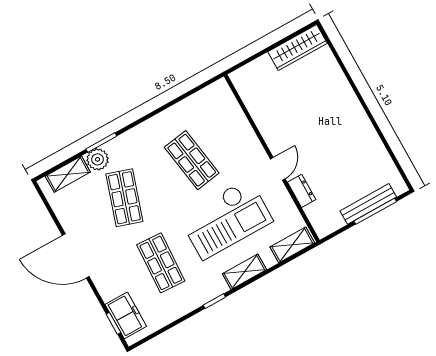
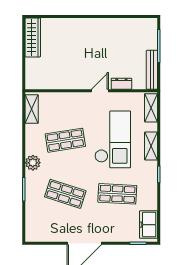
plant: (98, 159) -> (33, 163), moved
door: (278, 169) -> (100, 91), hinge flipped
shelving: (68, 174) -> (32, 109), moved
bench: (368, 204) -> (152, 70), moved
freezer: (126, 315) -> (148, 225), moved, turned -90

